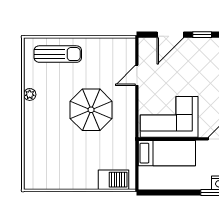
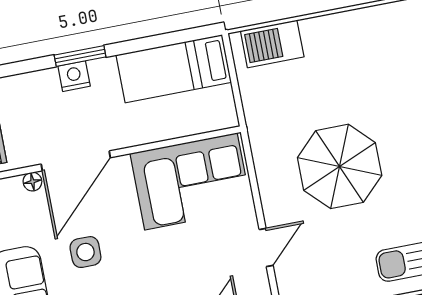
bed: (167, 153) -> (174, 69), moved

